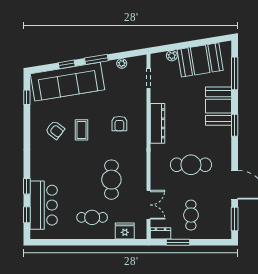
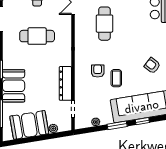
dresser: (158, 123) -> (65, 83), moved
coffee table: (82, 130) -> (116, 78), moved

